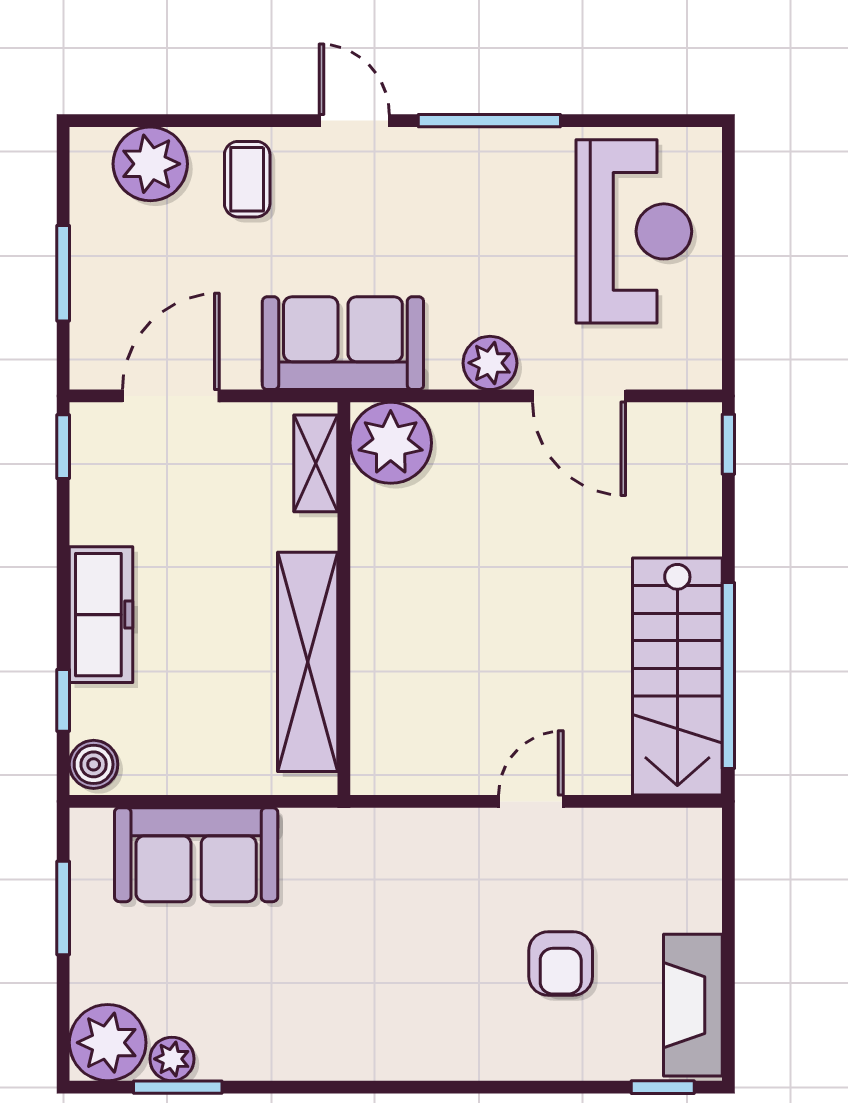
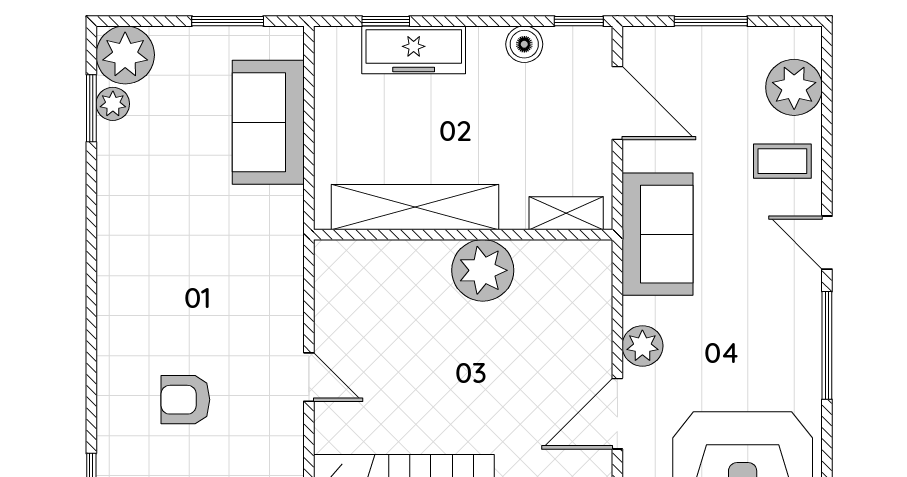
door: (354, 121) -> (827, 243), swing flipped
plant: (391, 443) -> (483, 270), moved
freezer: (101, 615) -> (414, 50), moved
boiler: (94, 764) -> (524, 44), moved

